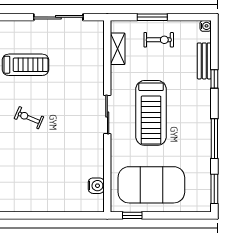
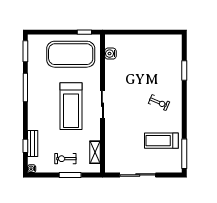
window: (214, 79) -> (25, 146), moved
treadmill: (151, 113) -> (71, 106), turned 180

